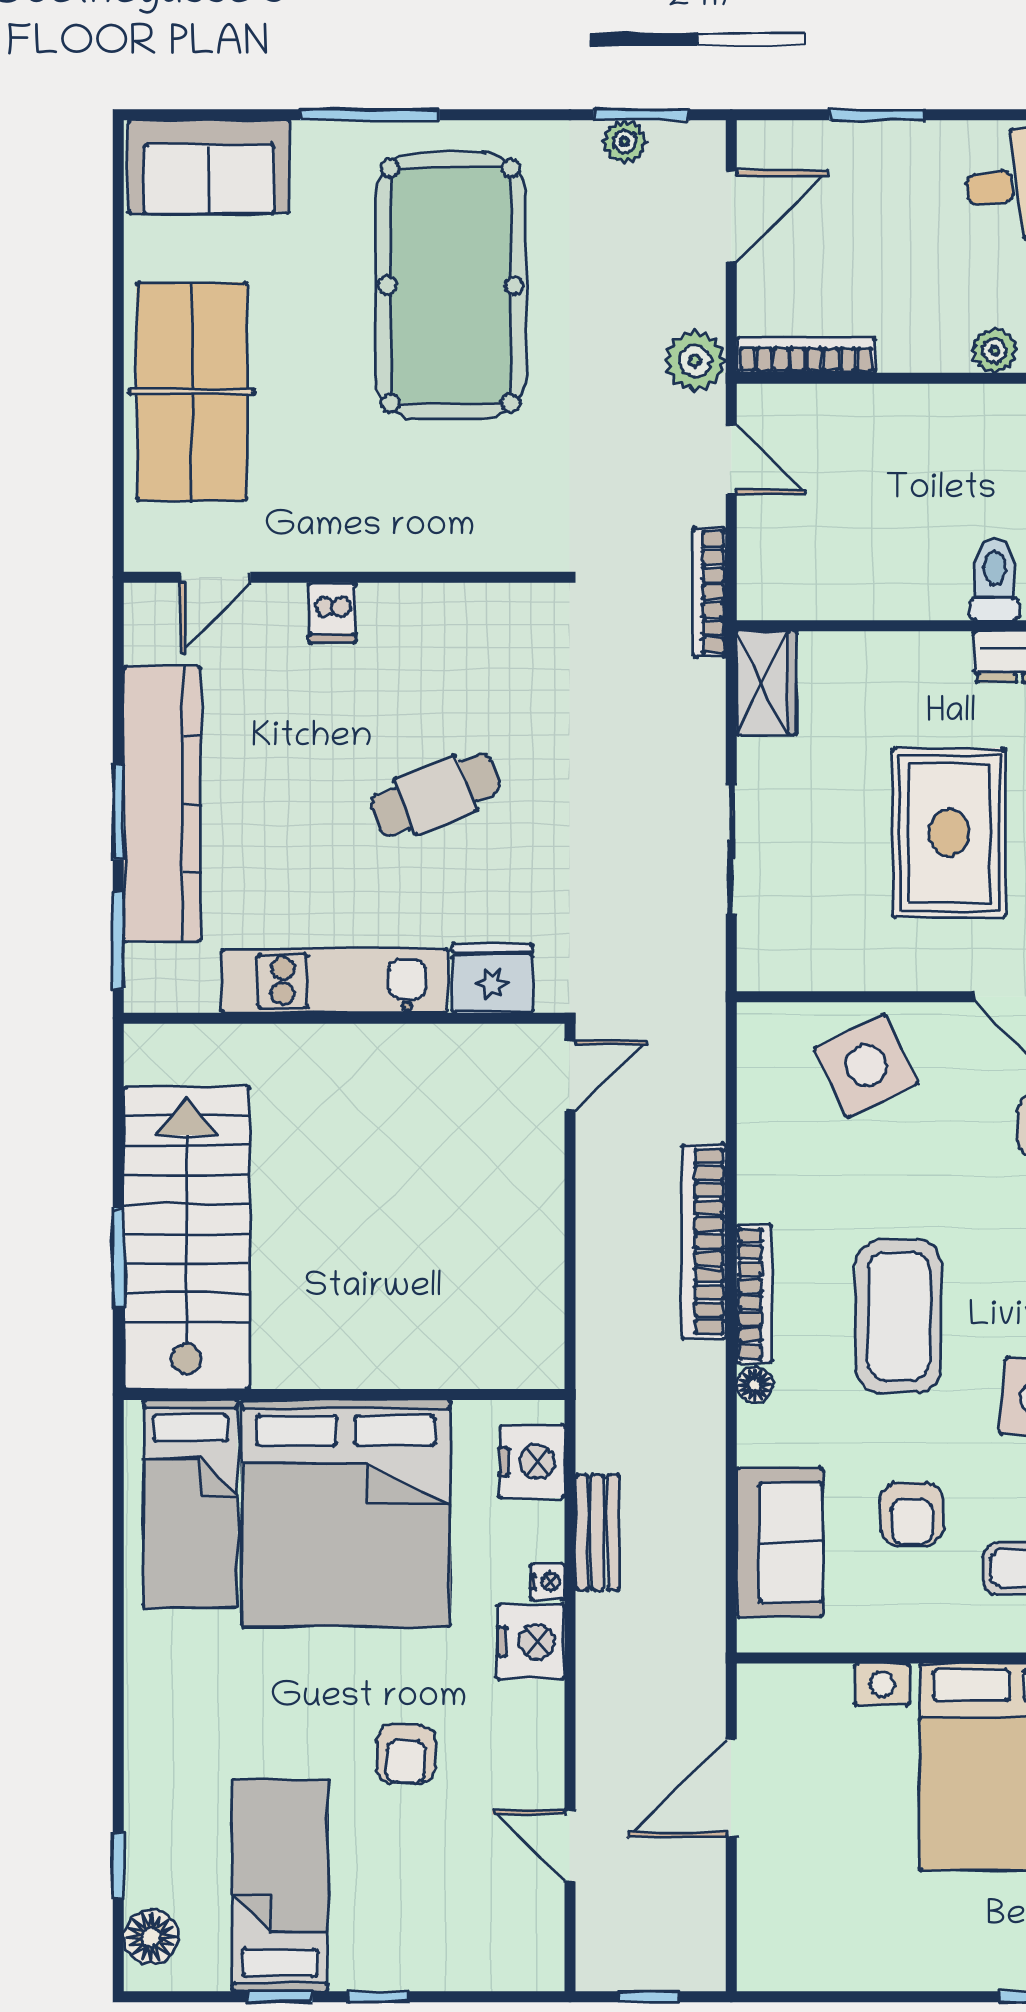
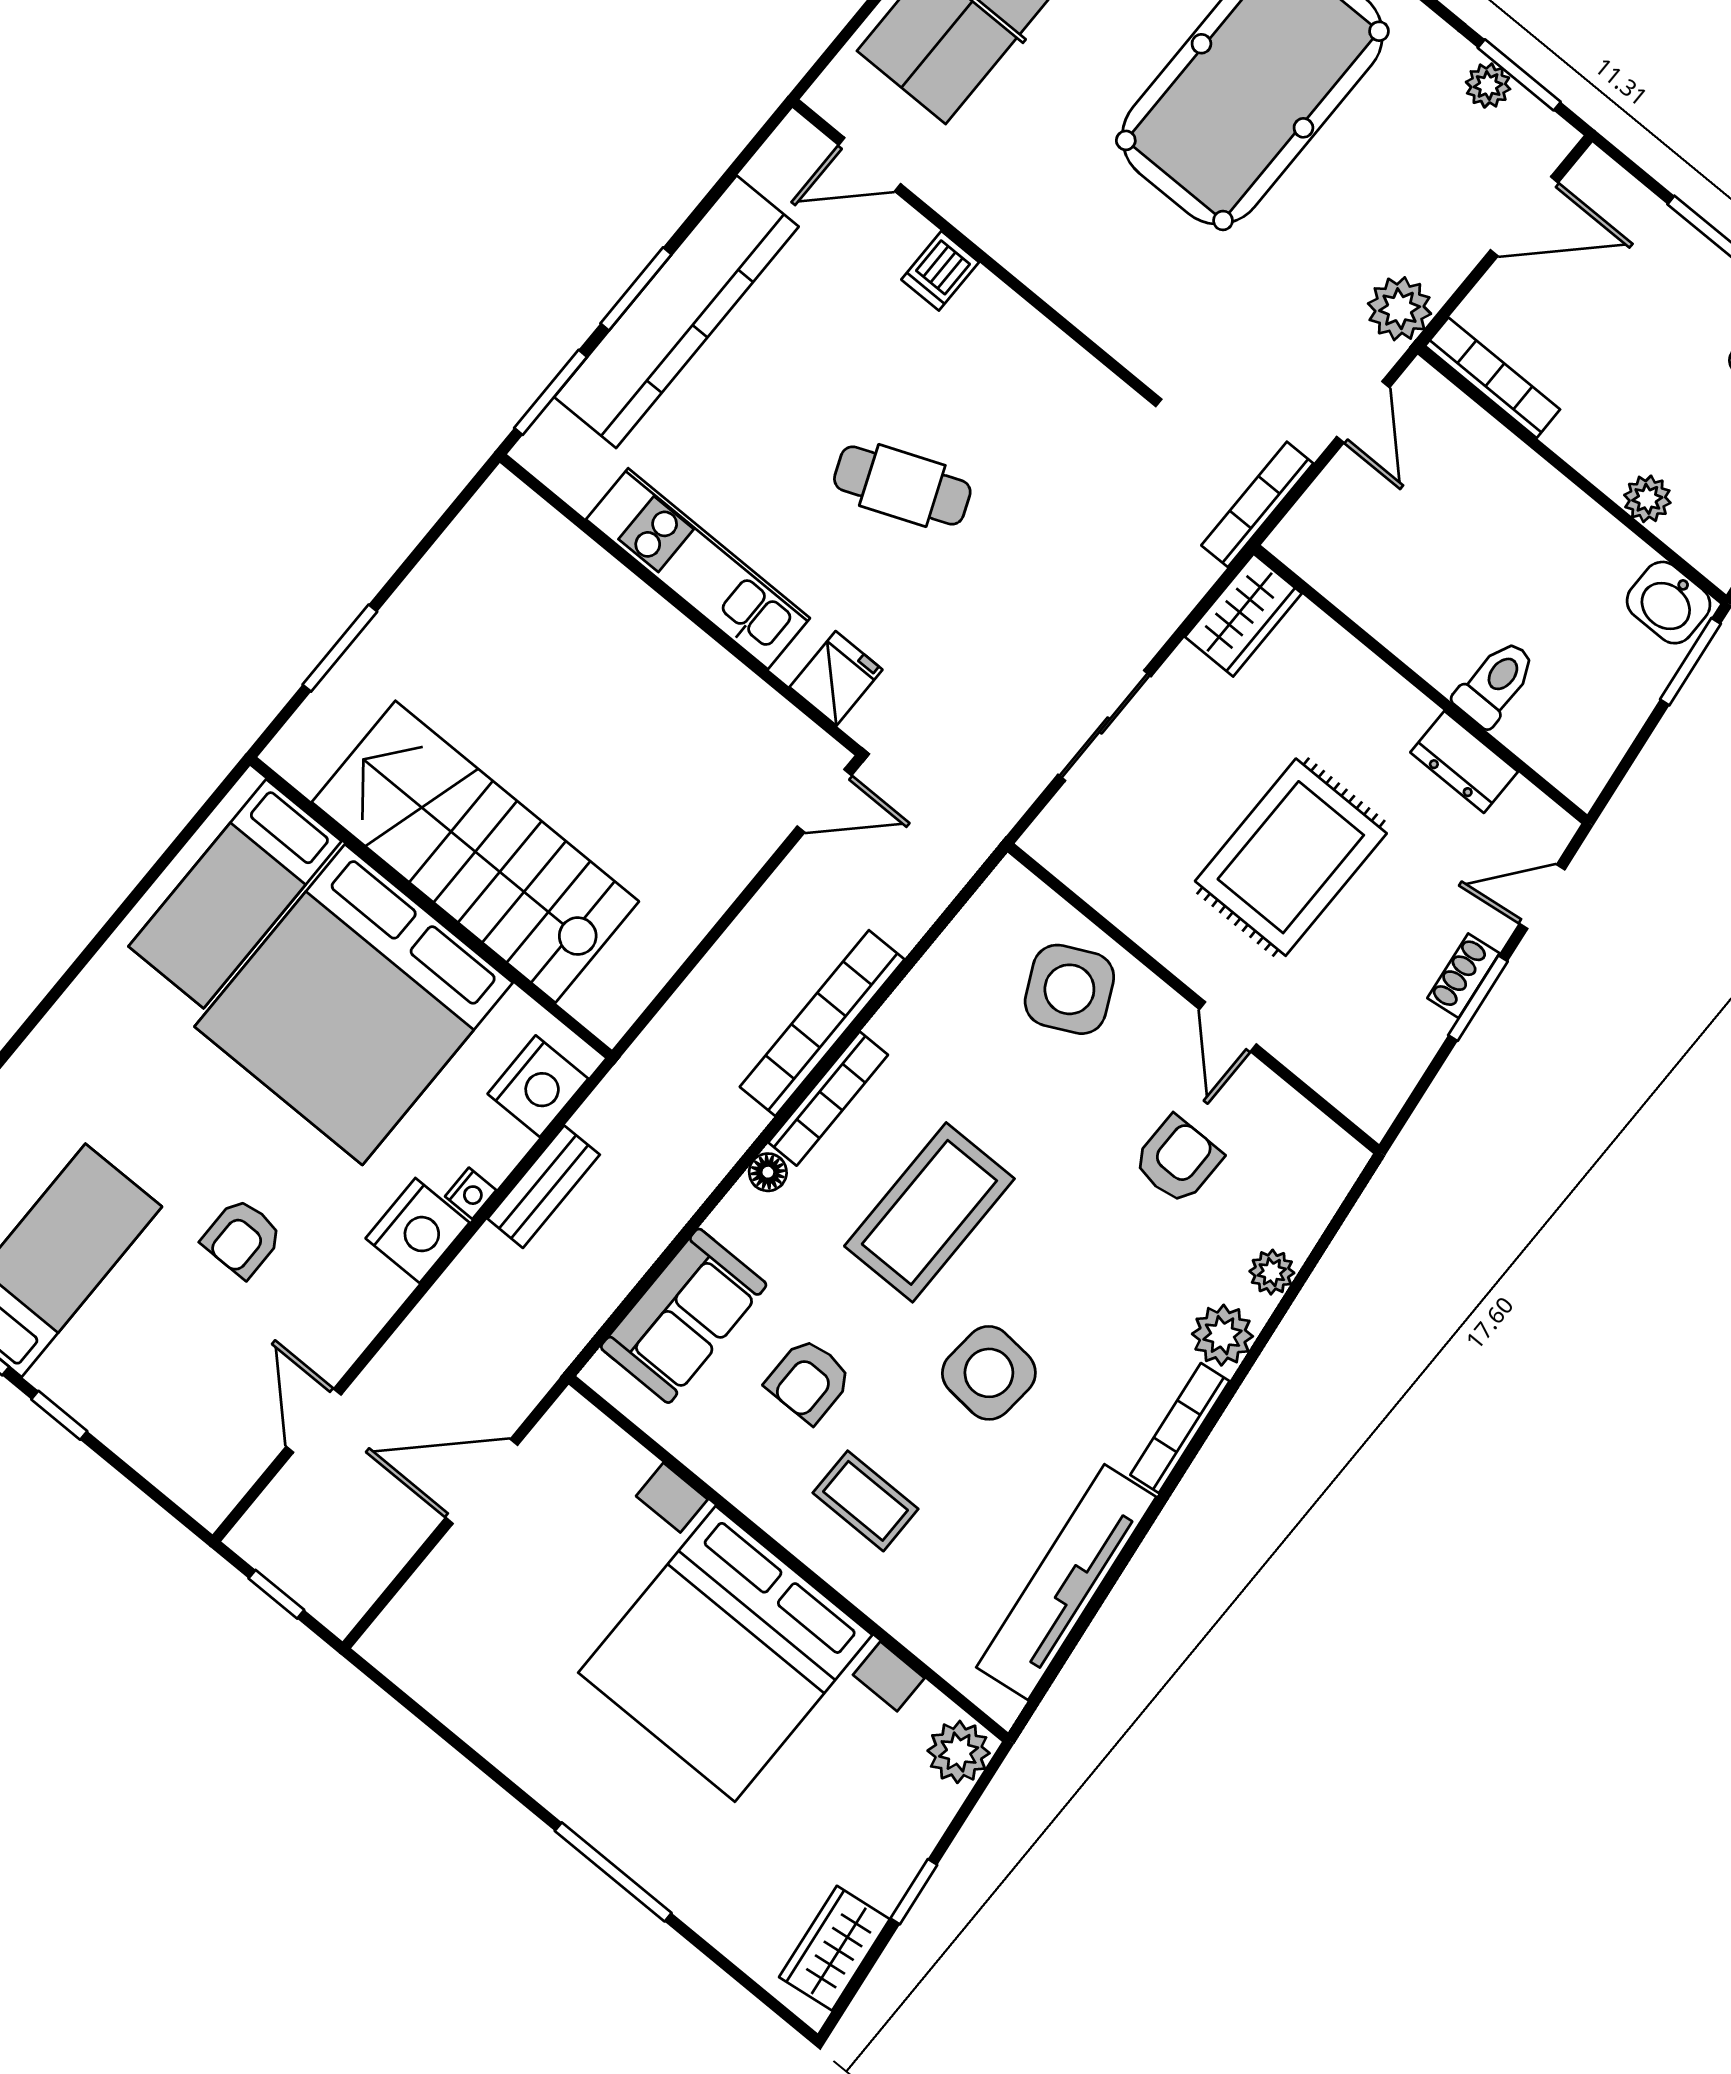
fridge: (493, 978) -> (836, 678), width x0.72
stairs: (187, 1238) -> (475, 852), moved, turned -90

